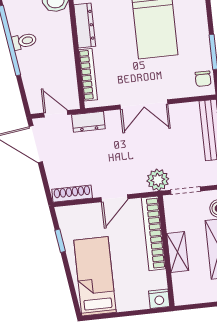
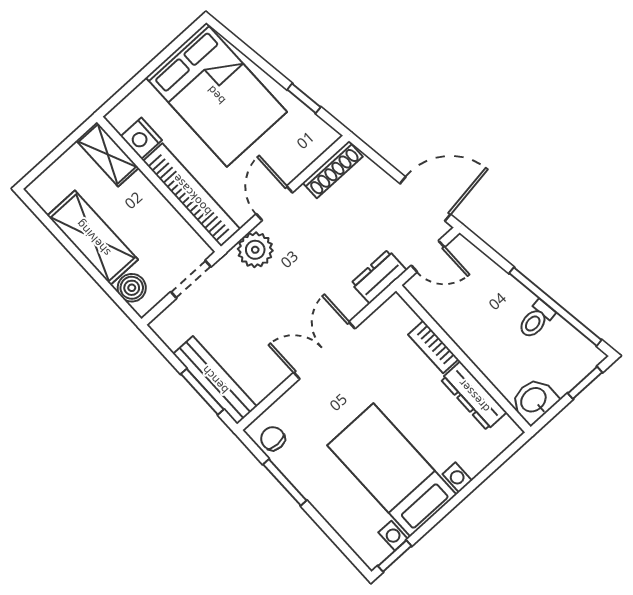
bookcase: (88, 75) -> (433, 347), width x0.64
plant: (158, 180) -> (255, 250), moved
shelving: (178, 252) -> (108, 154), moved
bed: (95, 276) -> (216, 95), width x1.50
nightstand: (159, 299) -> (141, 138), moved, turned -90

